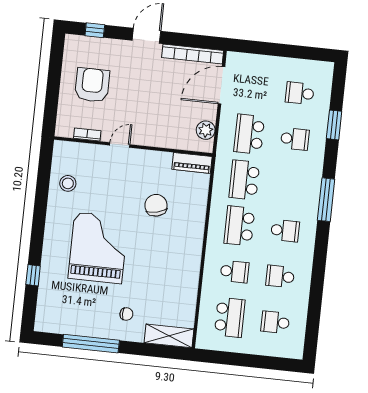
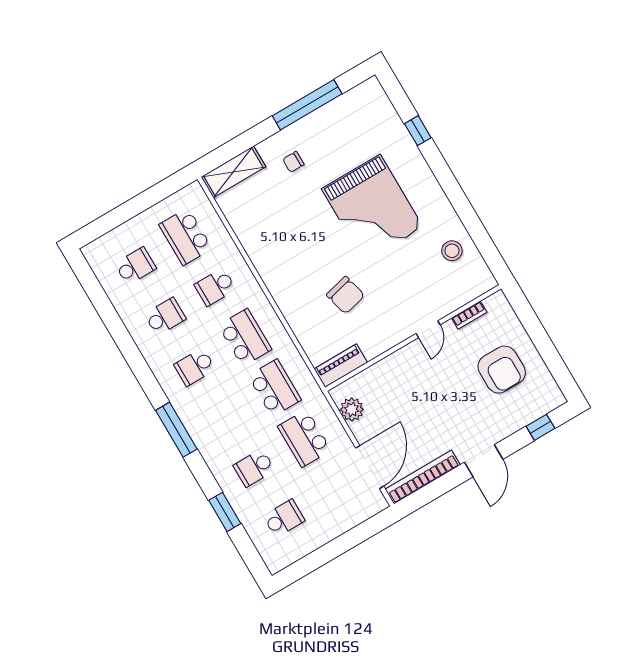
school desk: (249, 134) -> (304, 438), turned 180

